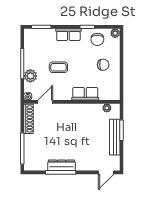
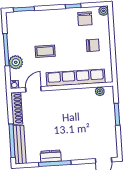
row of seats: (68, 35) -> (54, 16), removed
row of seats: (85, 94) -> (76, 78), width x2.02
bench: (115, 137) -> (20, 145), moved
dresser: (62, 165) -> (51, 156), width x0.70

